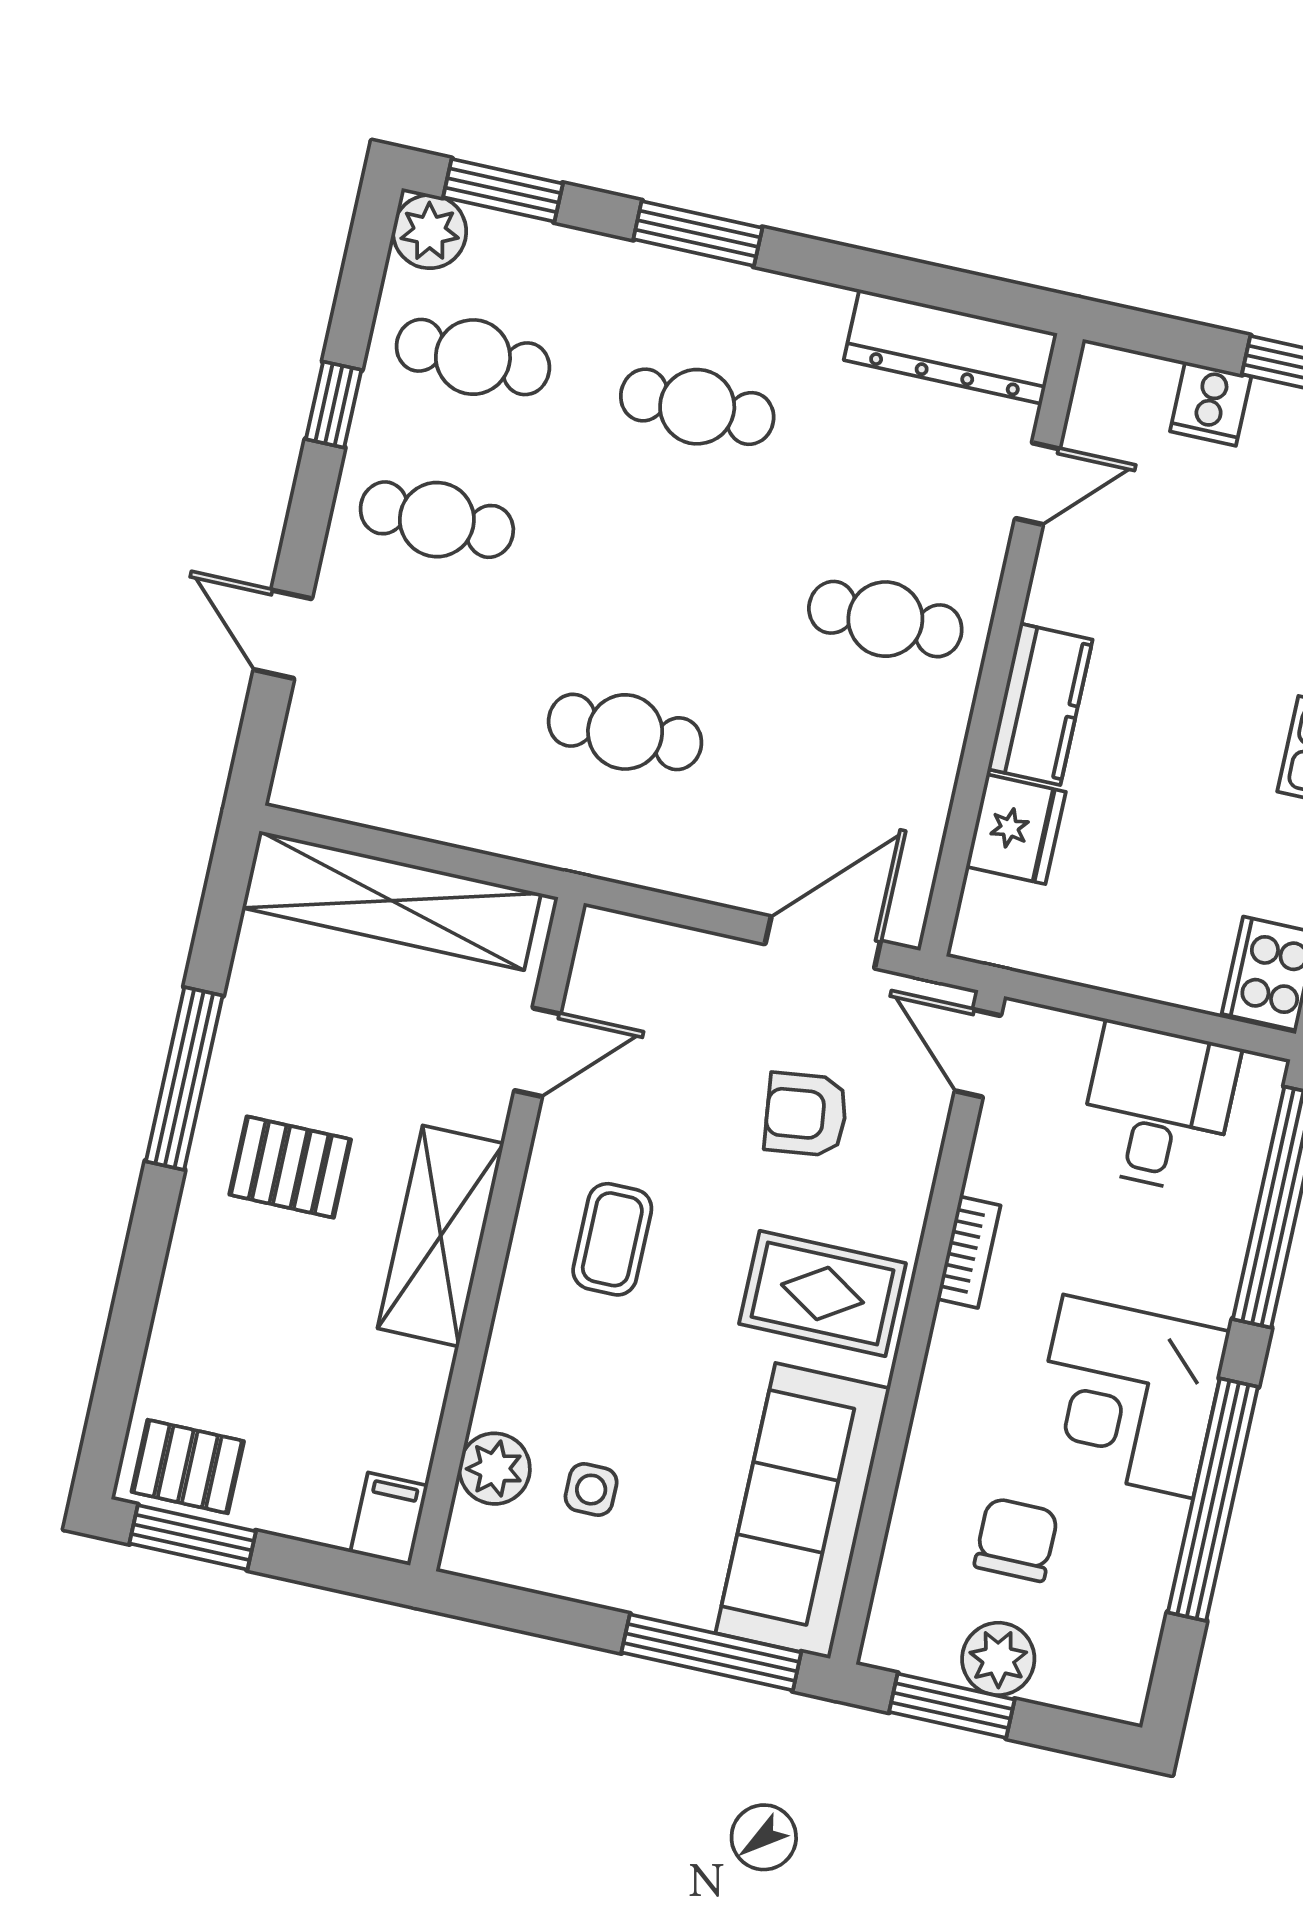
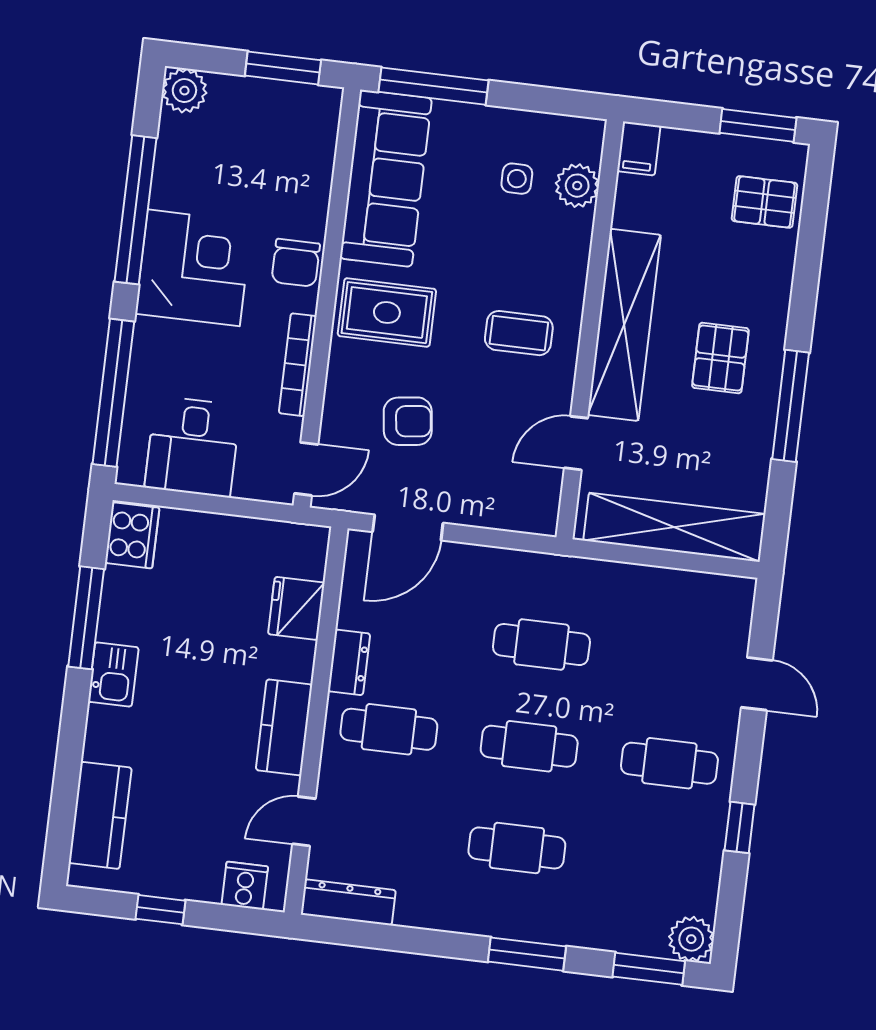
dresser: (951, 347) -> (348, 902), width x0.73, depth x0.80
cafe table: (473, 357) -> (529, 746), moved
cooker: (1211, 404) -> (245, 886), moved
kitchen counter: (1040, 704) -> (284, 727), moved
dresser: (939, 734) -> (349, 662), added
door: (978, 1053) -> (306, 469), hinge flipped
pallet: (290, 1167) -> (720, 358), turned 90
shelving: (441, 1236) -> (624, 325), width x1.47
coffee table: (612, 1239) -> (519, 333), turned 90
bookcase: (969, 1252) -> (298, 365), width x1.56
pallet: (188, 1466) -> (764, 202), moved
chair: (1016, 1540) -> (296, 263), moved
plant: (998, 1659) -> (184, 91), moved

